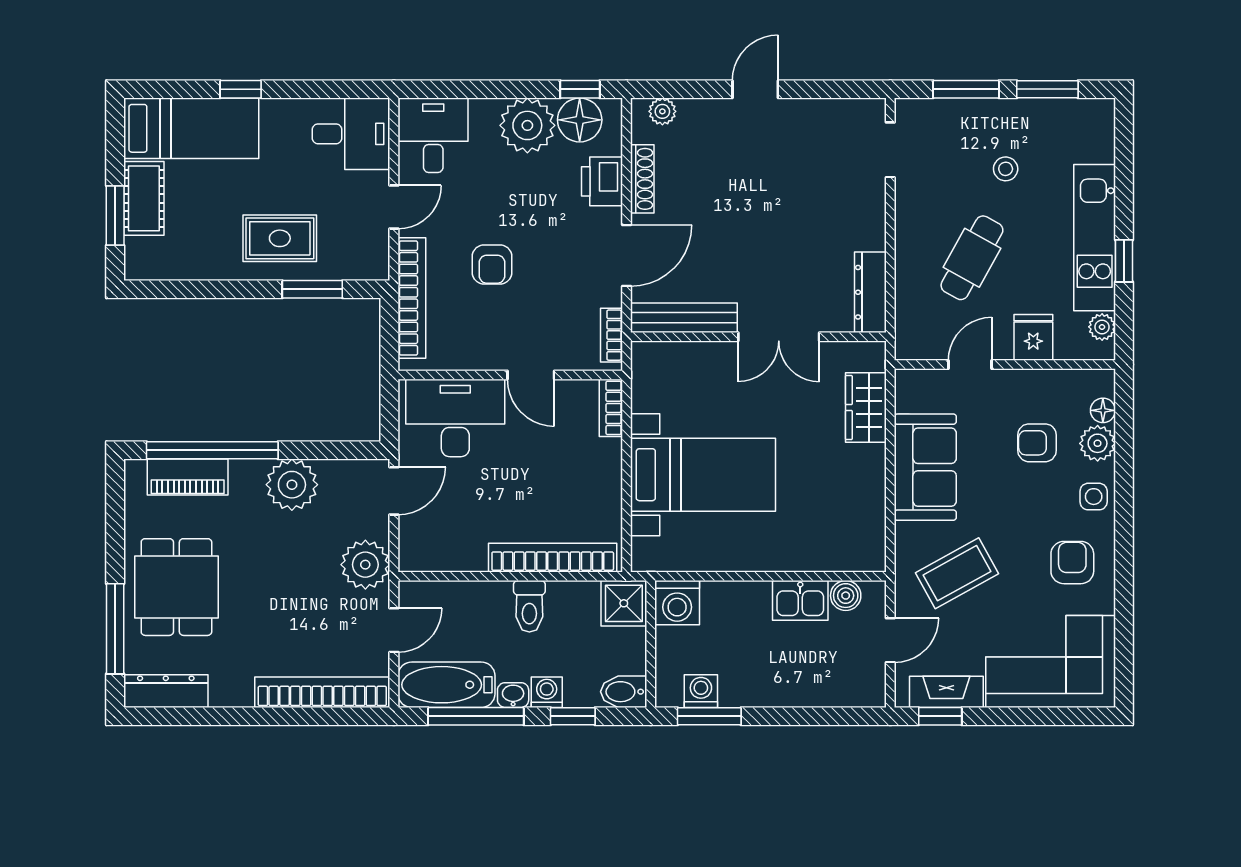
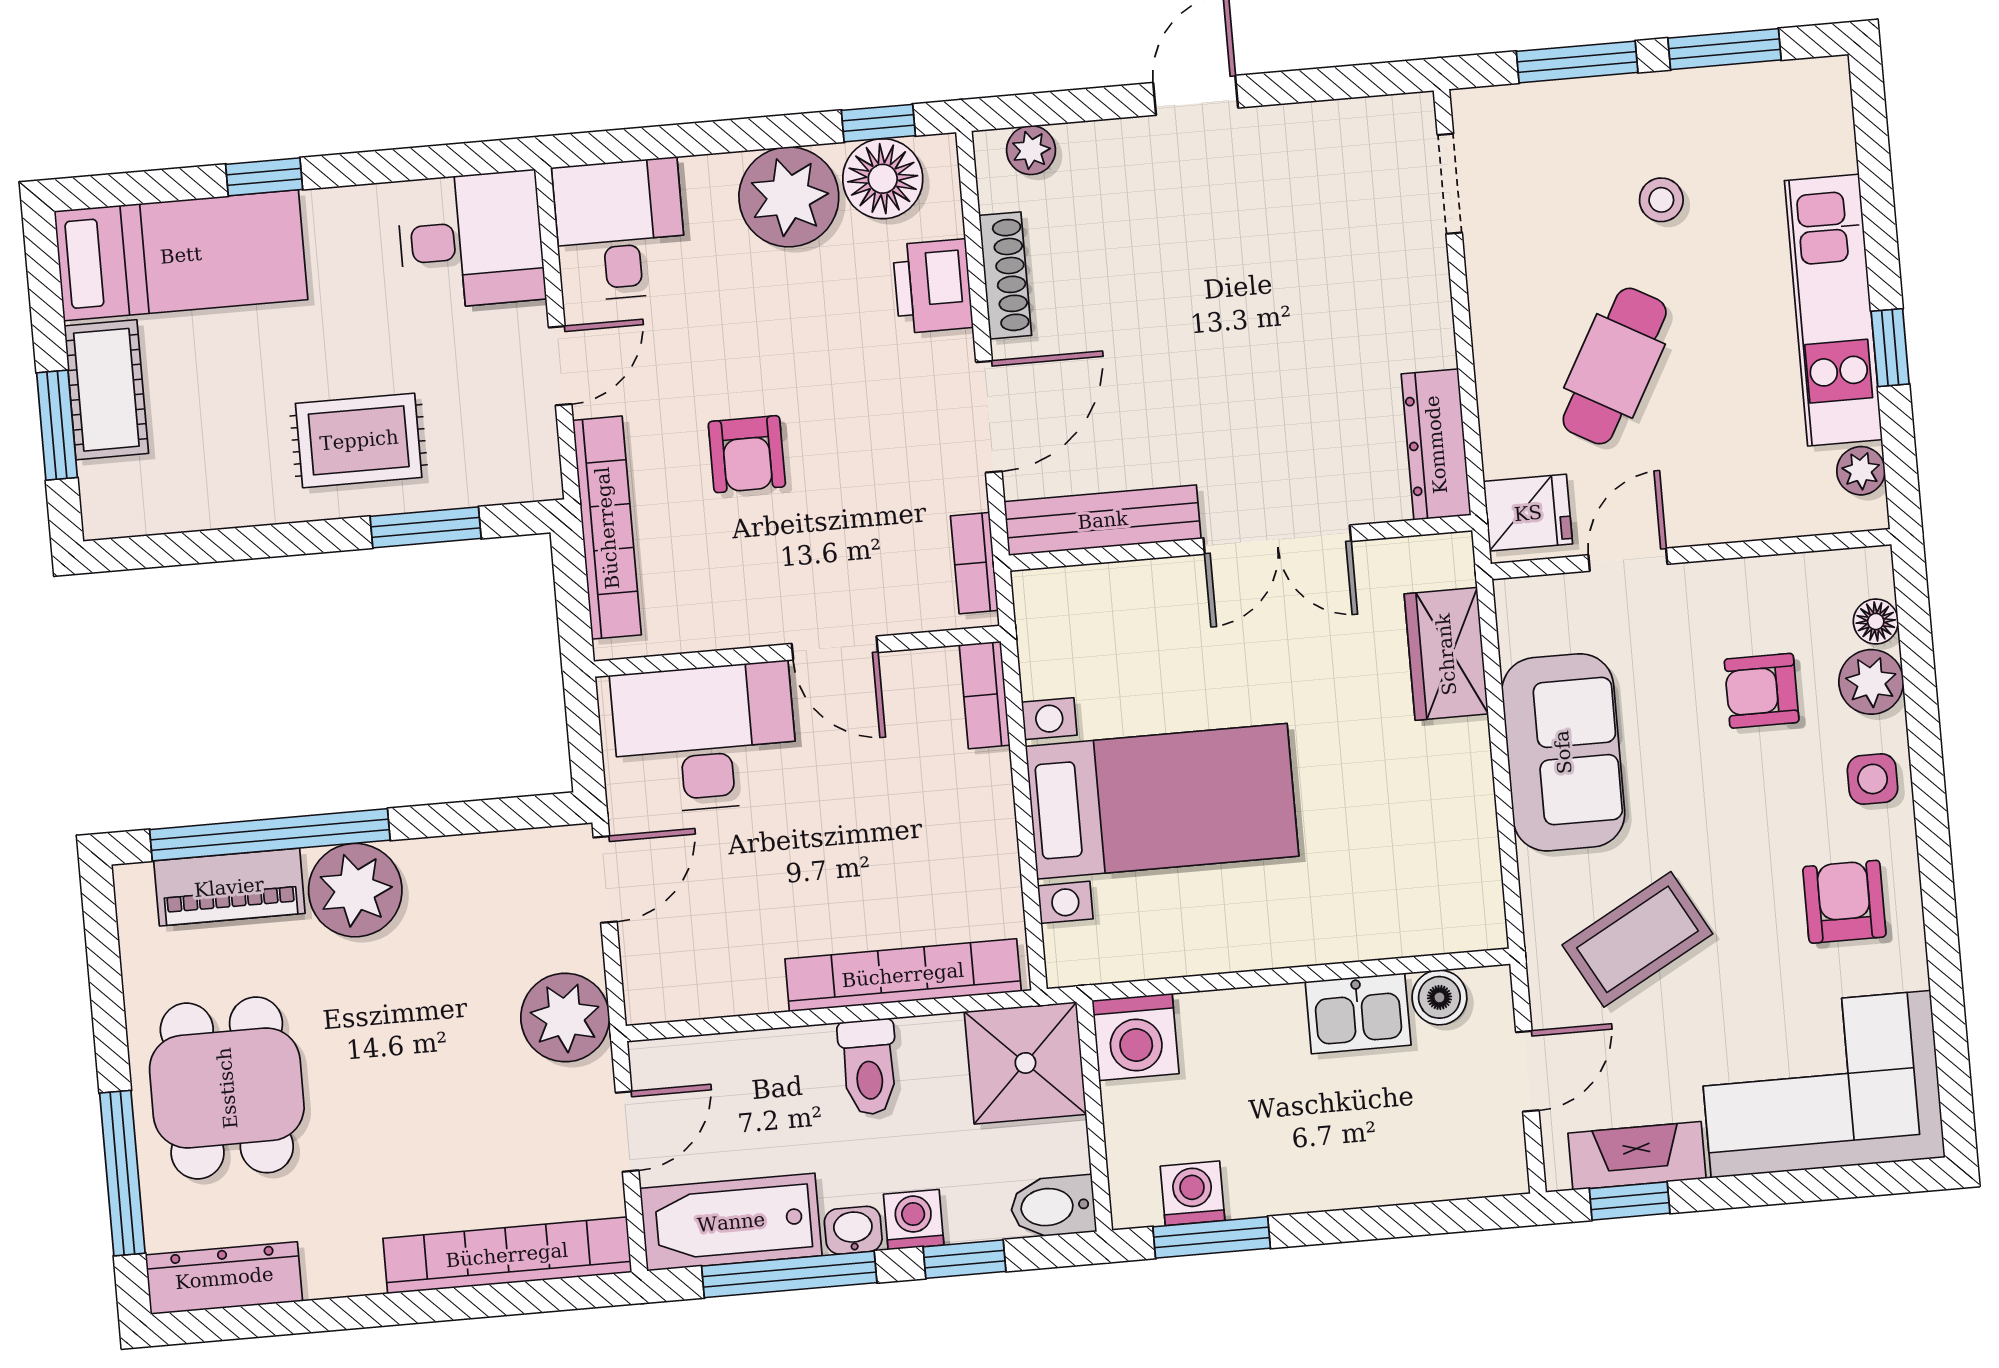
fridge: (1033, 337) -> (1528, 513), moved, turned 90
plant: (292, 485) -> (355, 890), moved
shower: (624, 603) -> (1025, 1063), width x1.36, depth x1.36

